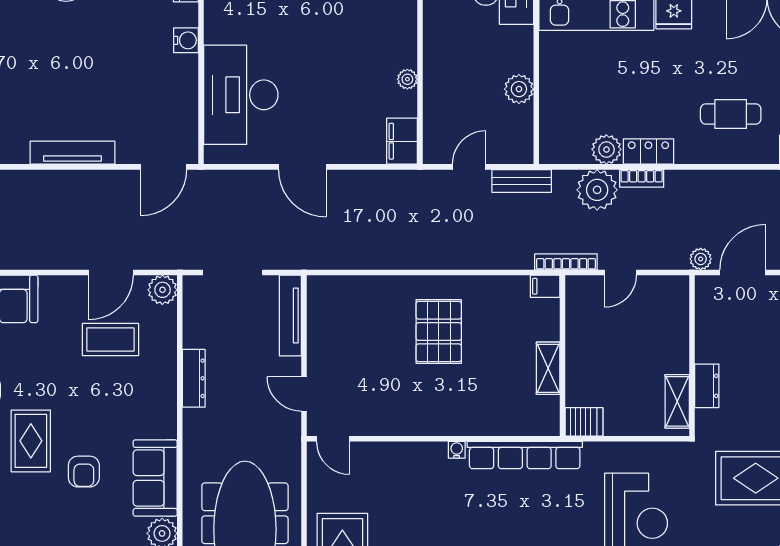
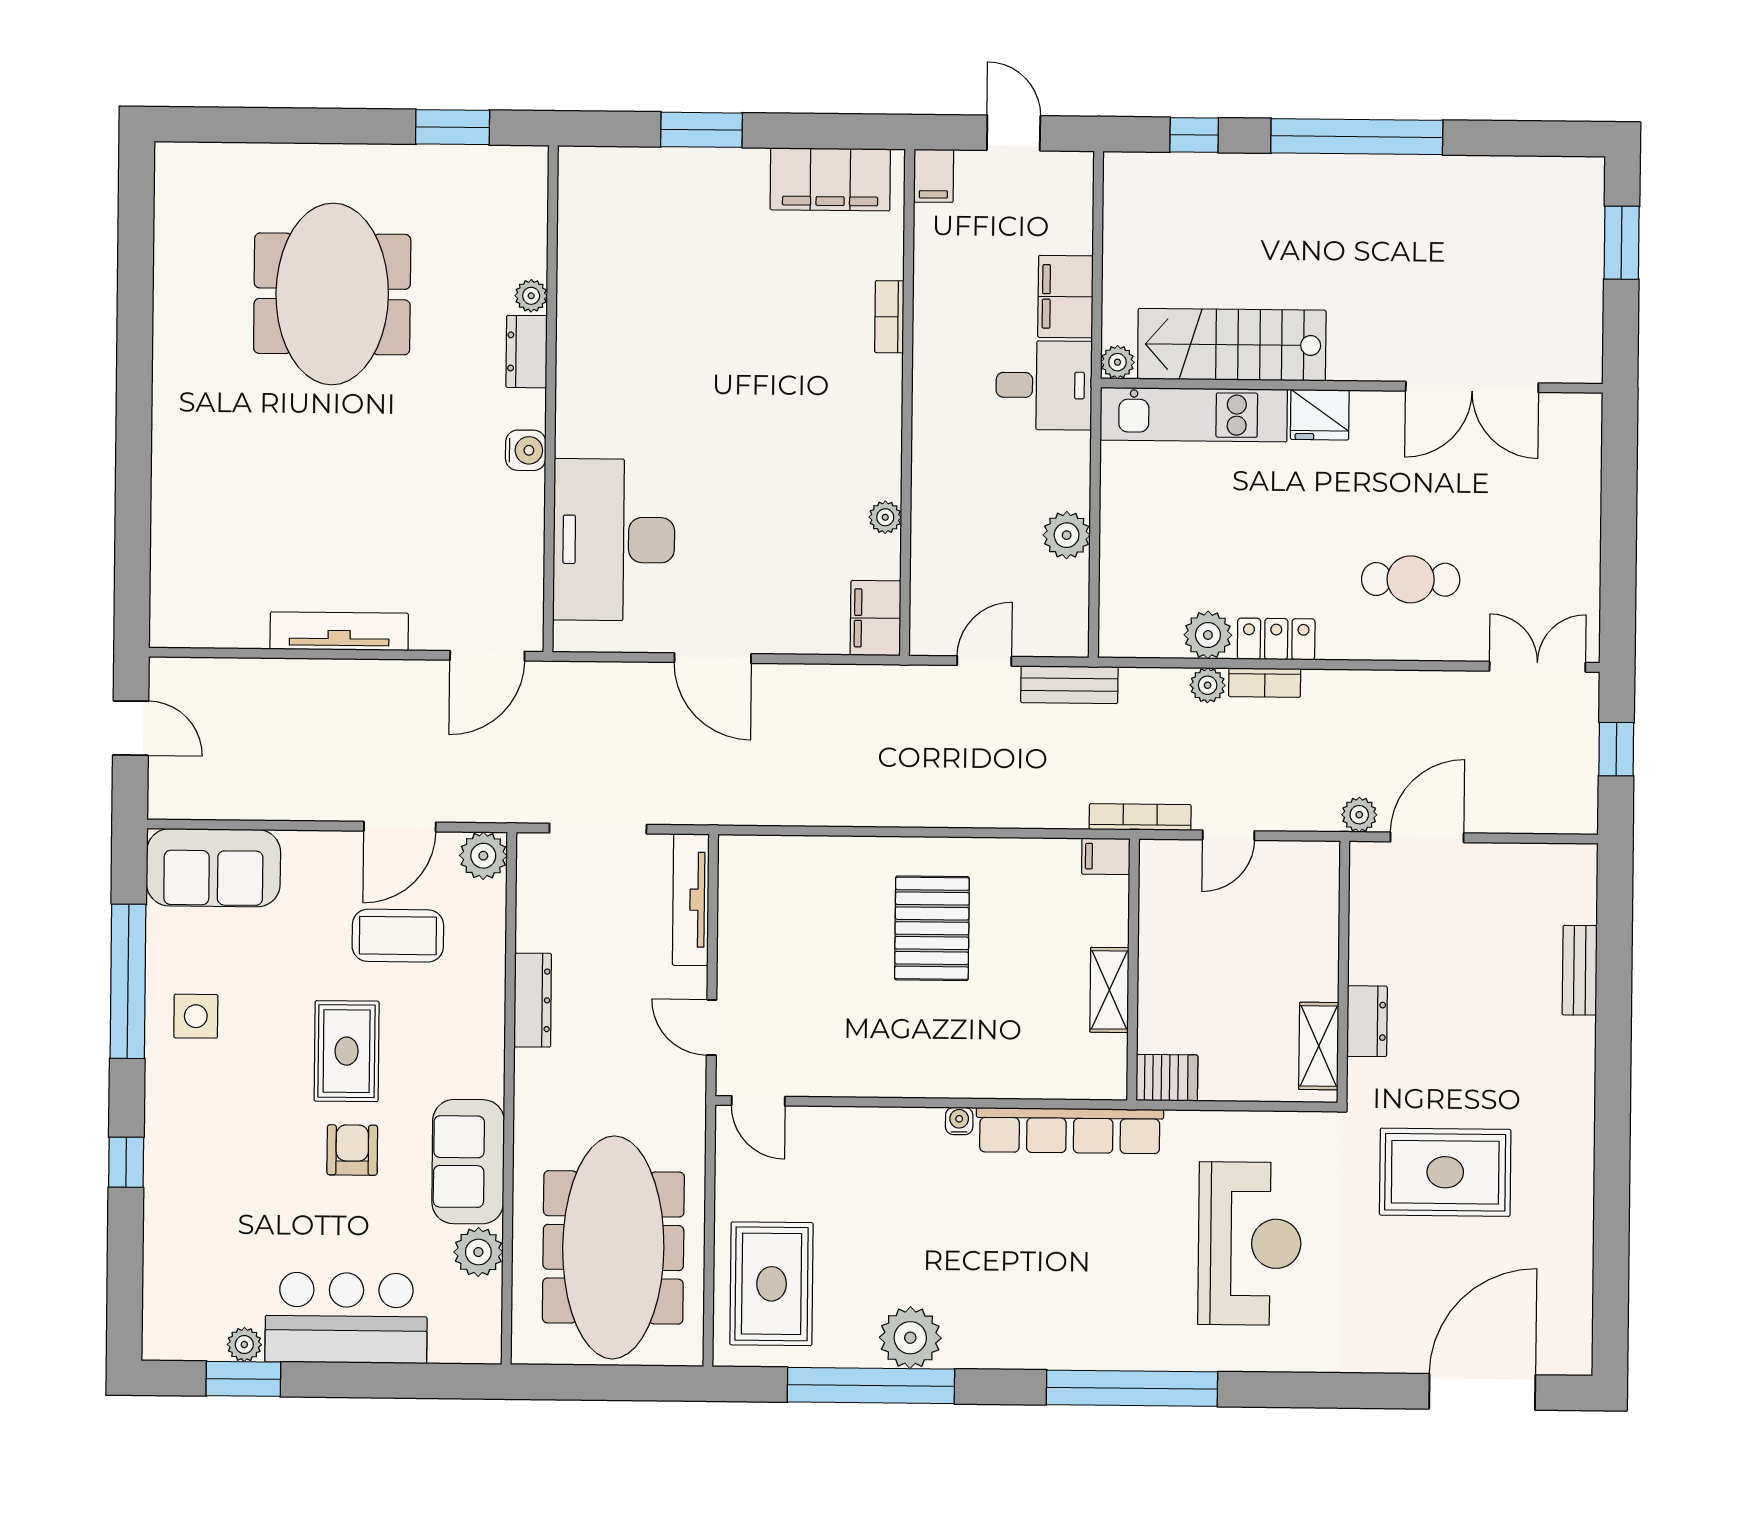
plant: (597, 190) -> (1208, 685), width x0.53, depth x0.53
rug: (31, 441) -> (347, 1051), moved
armchair: (84, 472) -> (352, 1150), turned 180

